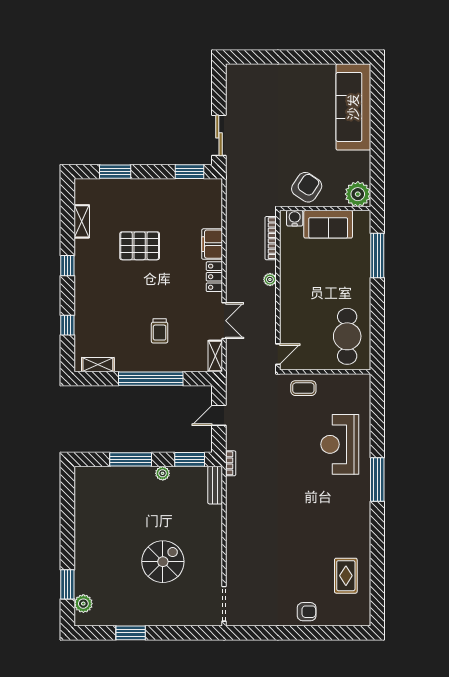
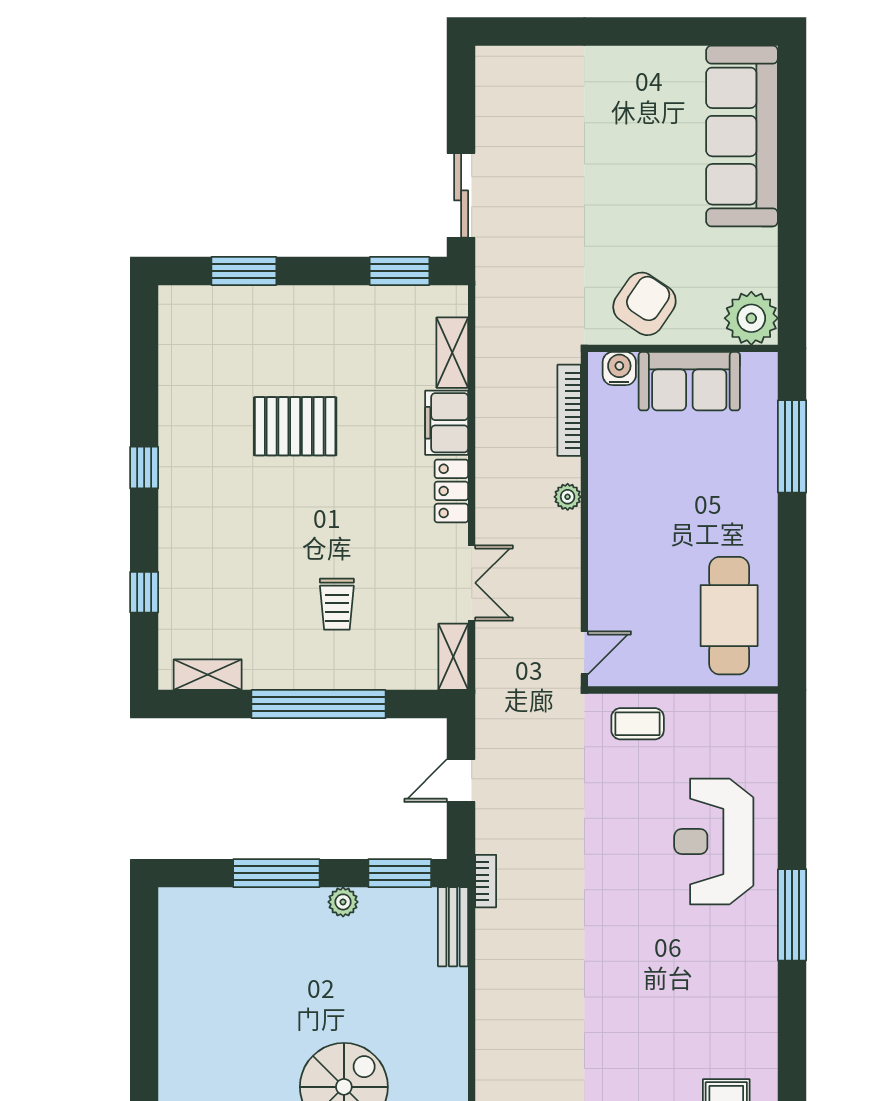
shelving: (82, 221) -> (452, 353), moved

